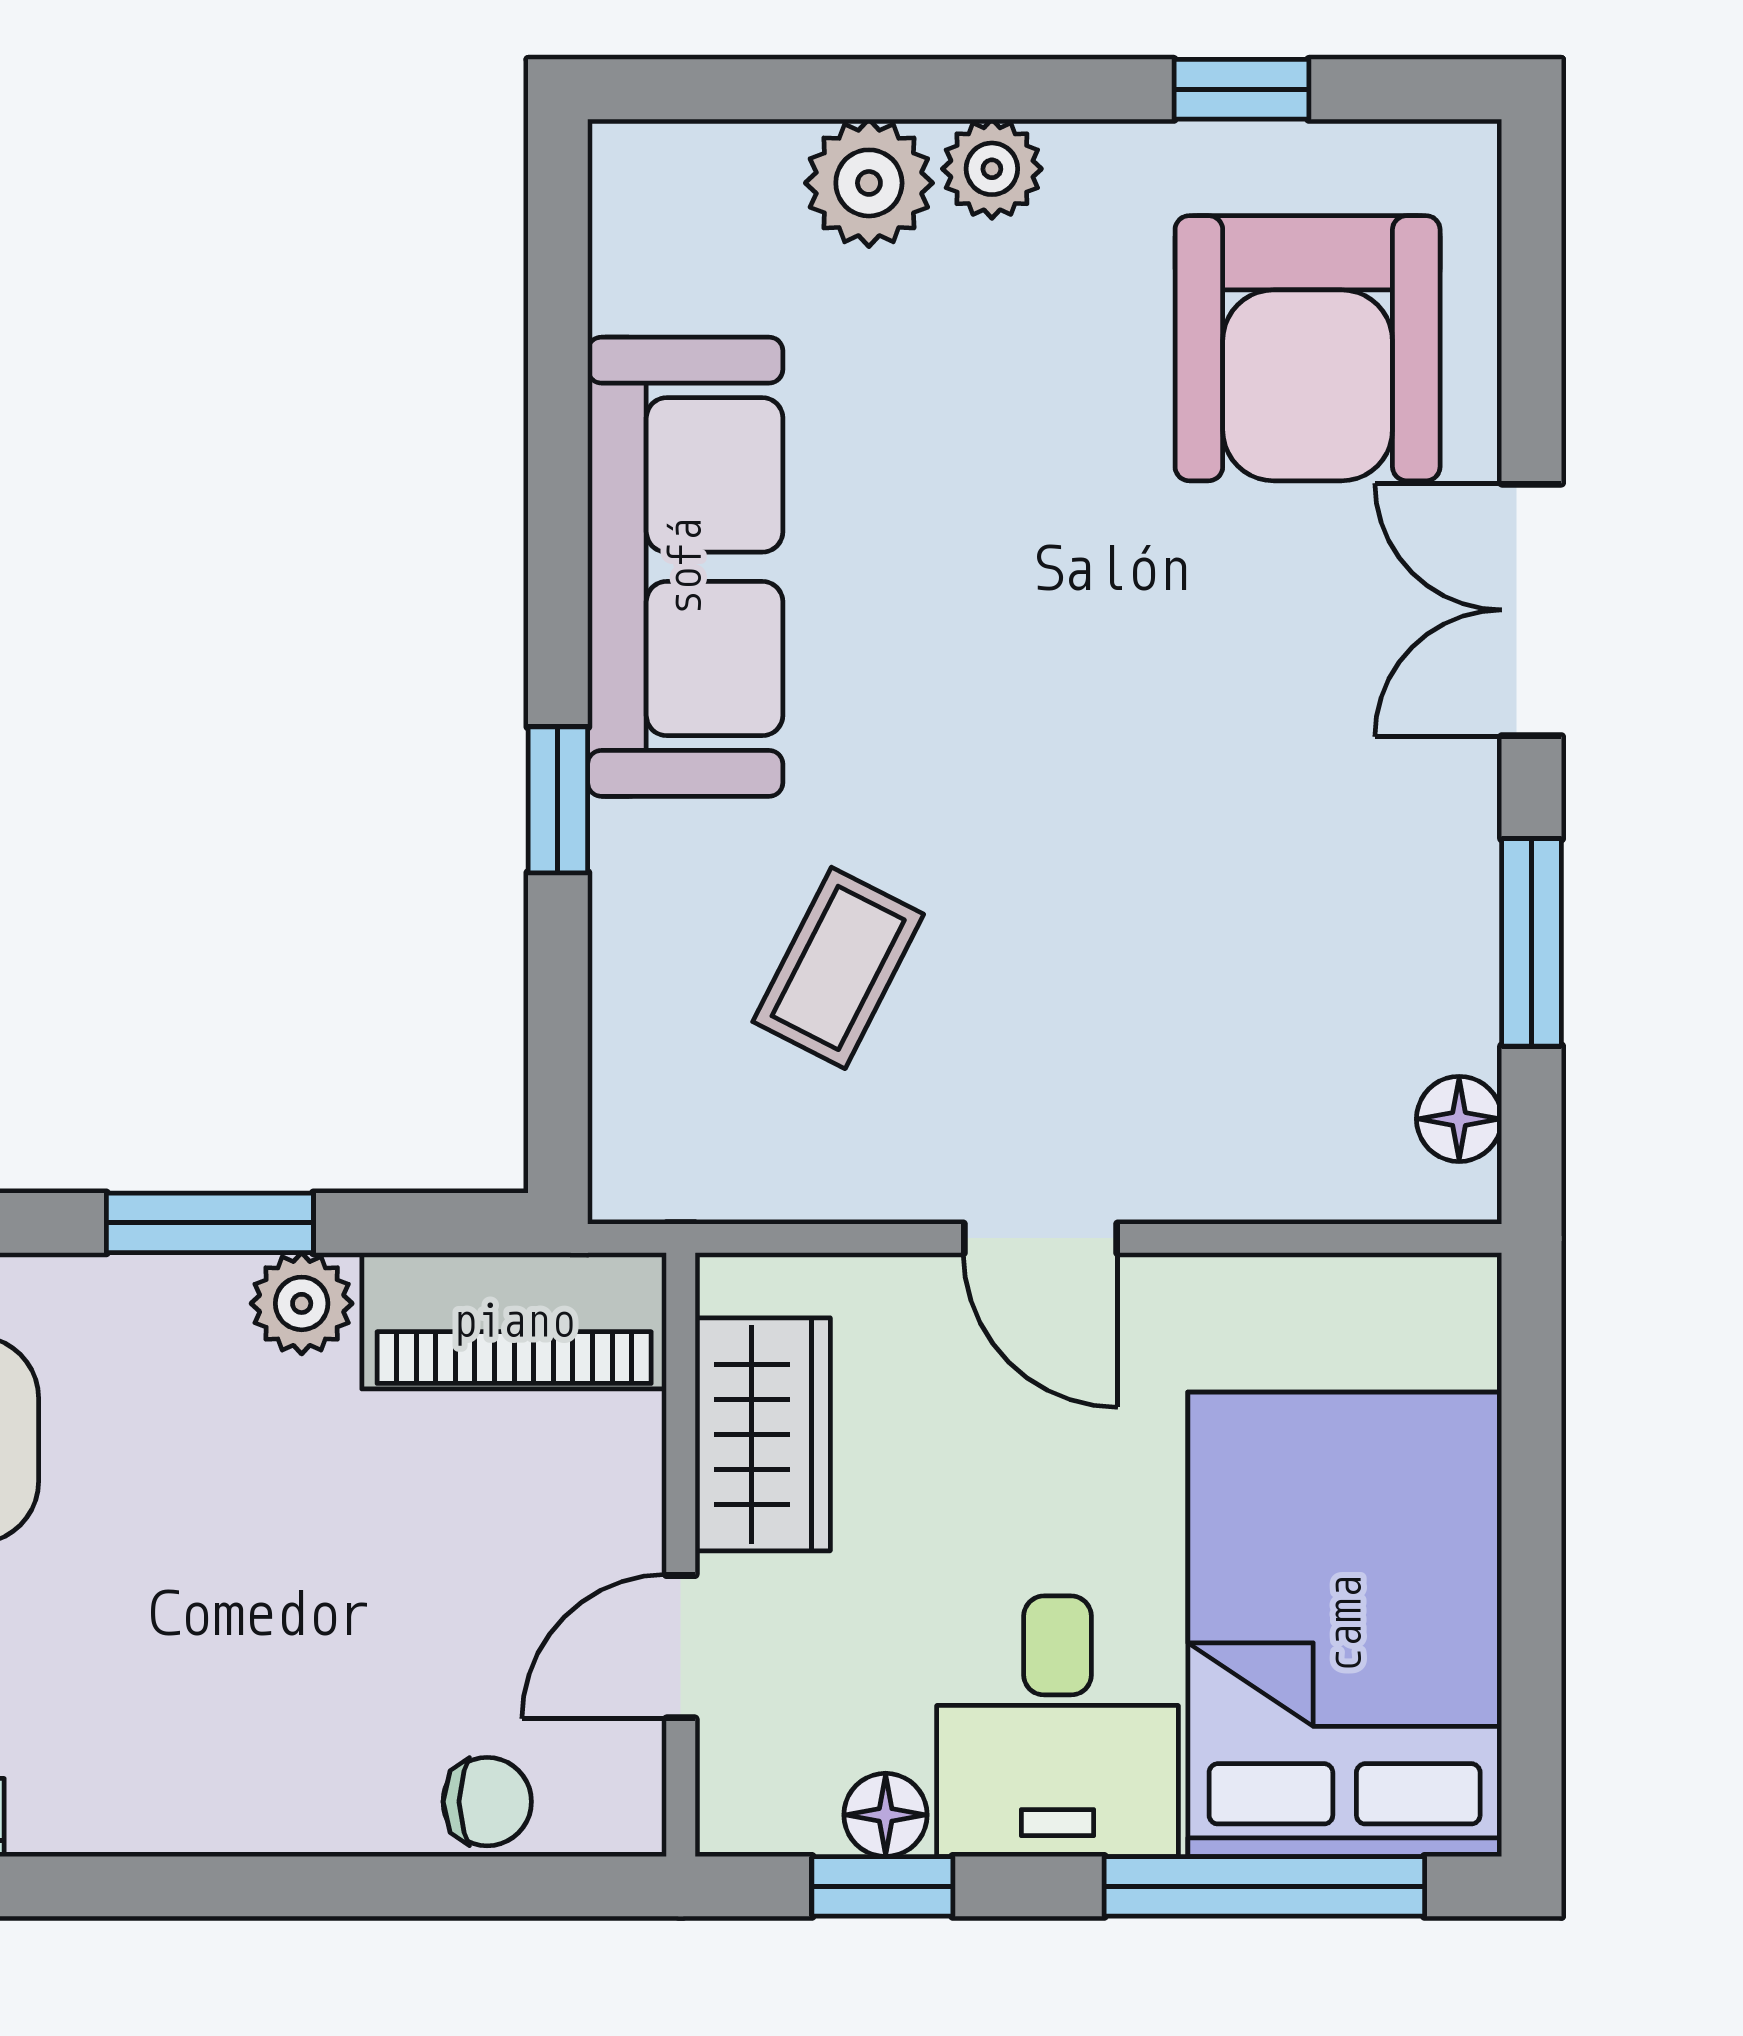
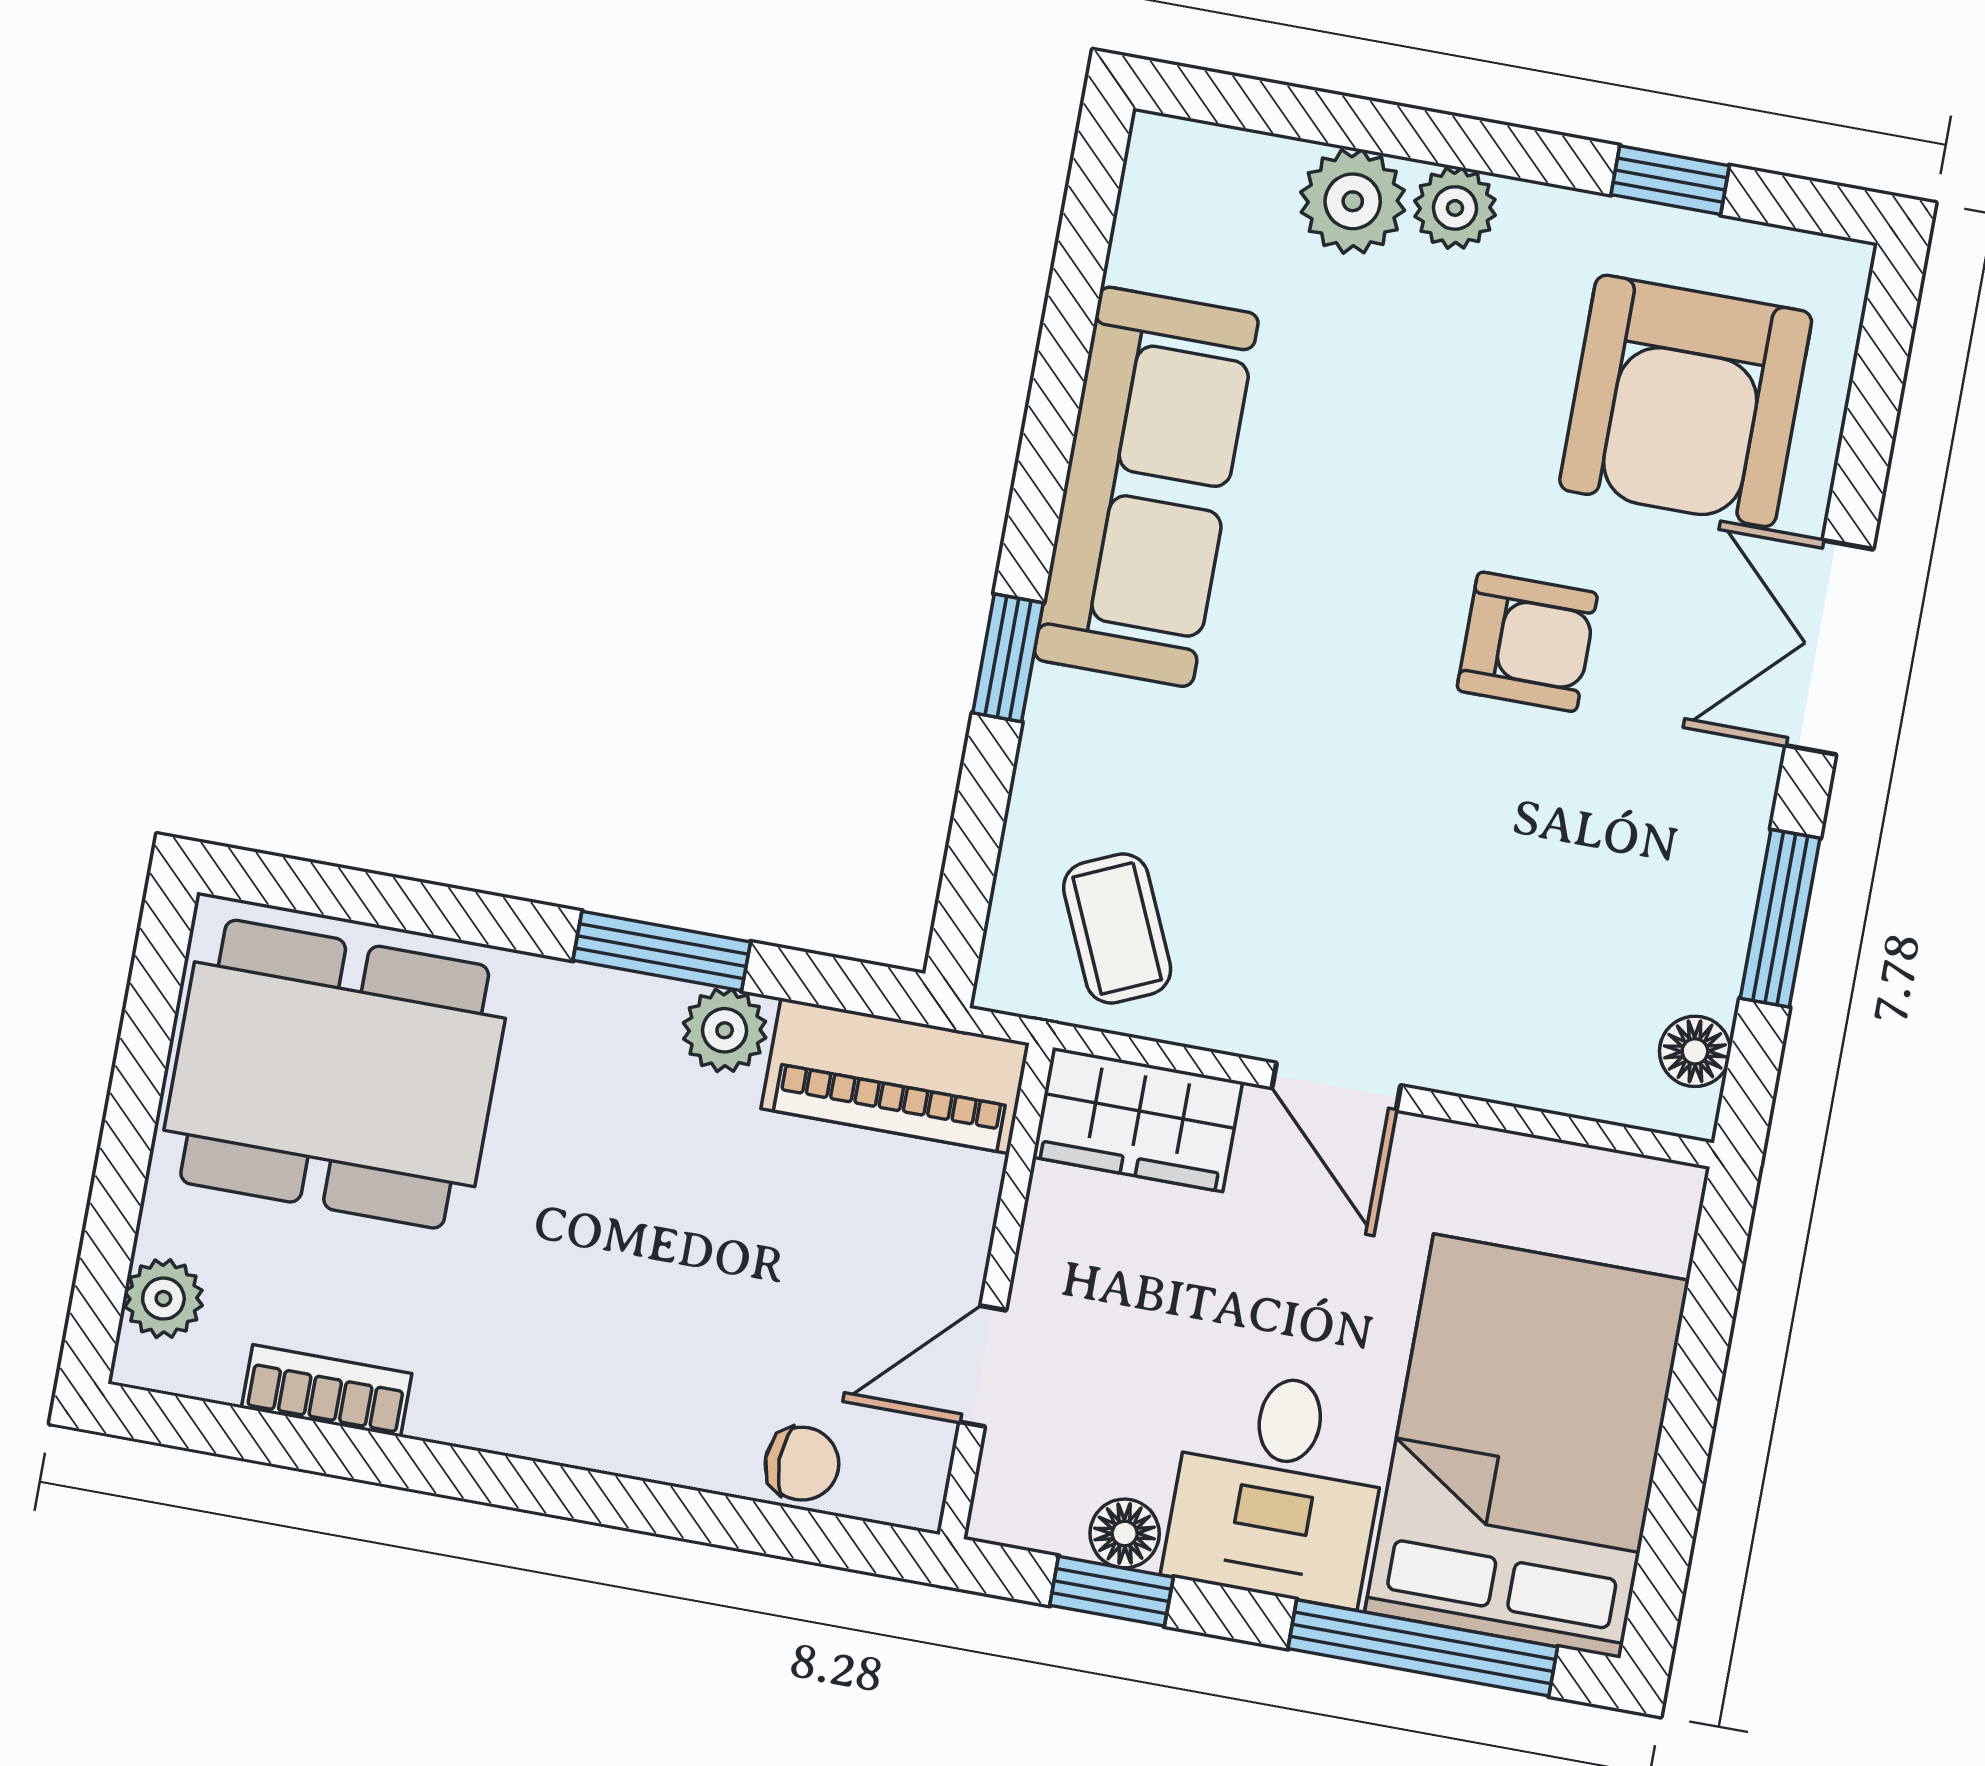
armchair: (1171, 669) -> (1527, 642), added
coffee table: (838, 968) -> (1117, 928), moved, turned -51
wardrobe: (763, 1434) -> (1138, 1120), moved, turned 90

